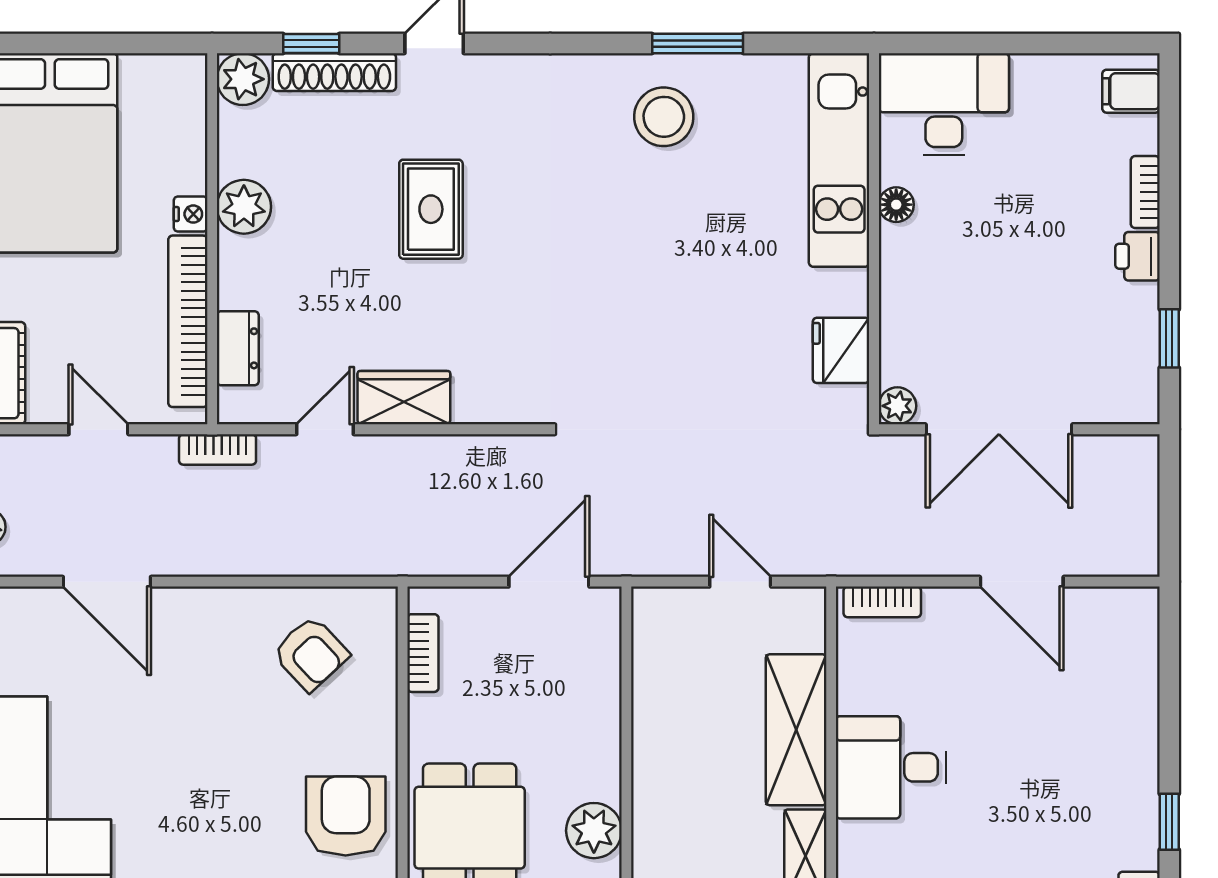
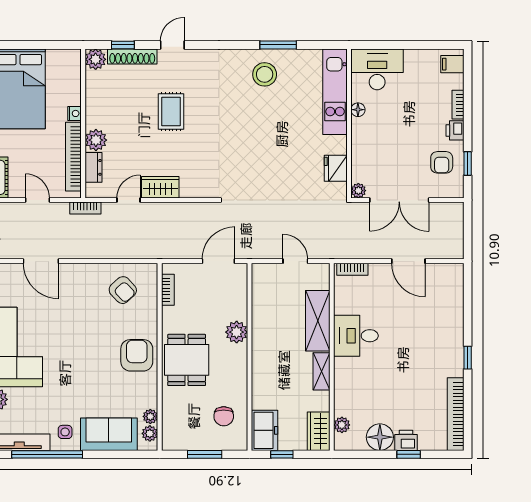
plant: (244, 207) -> (96, 140), moved
armchair: (1105, 336) -> (442, 162), added
plant: (594, 831) -> (237, 332), moved

